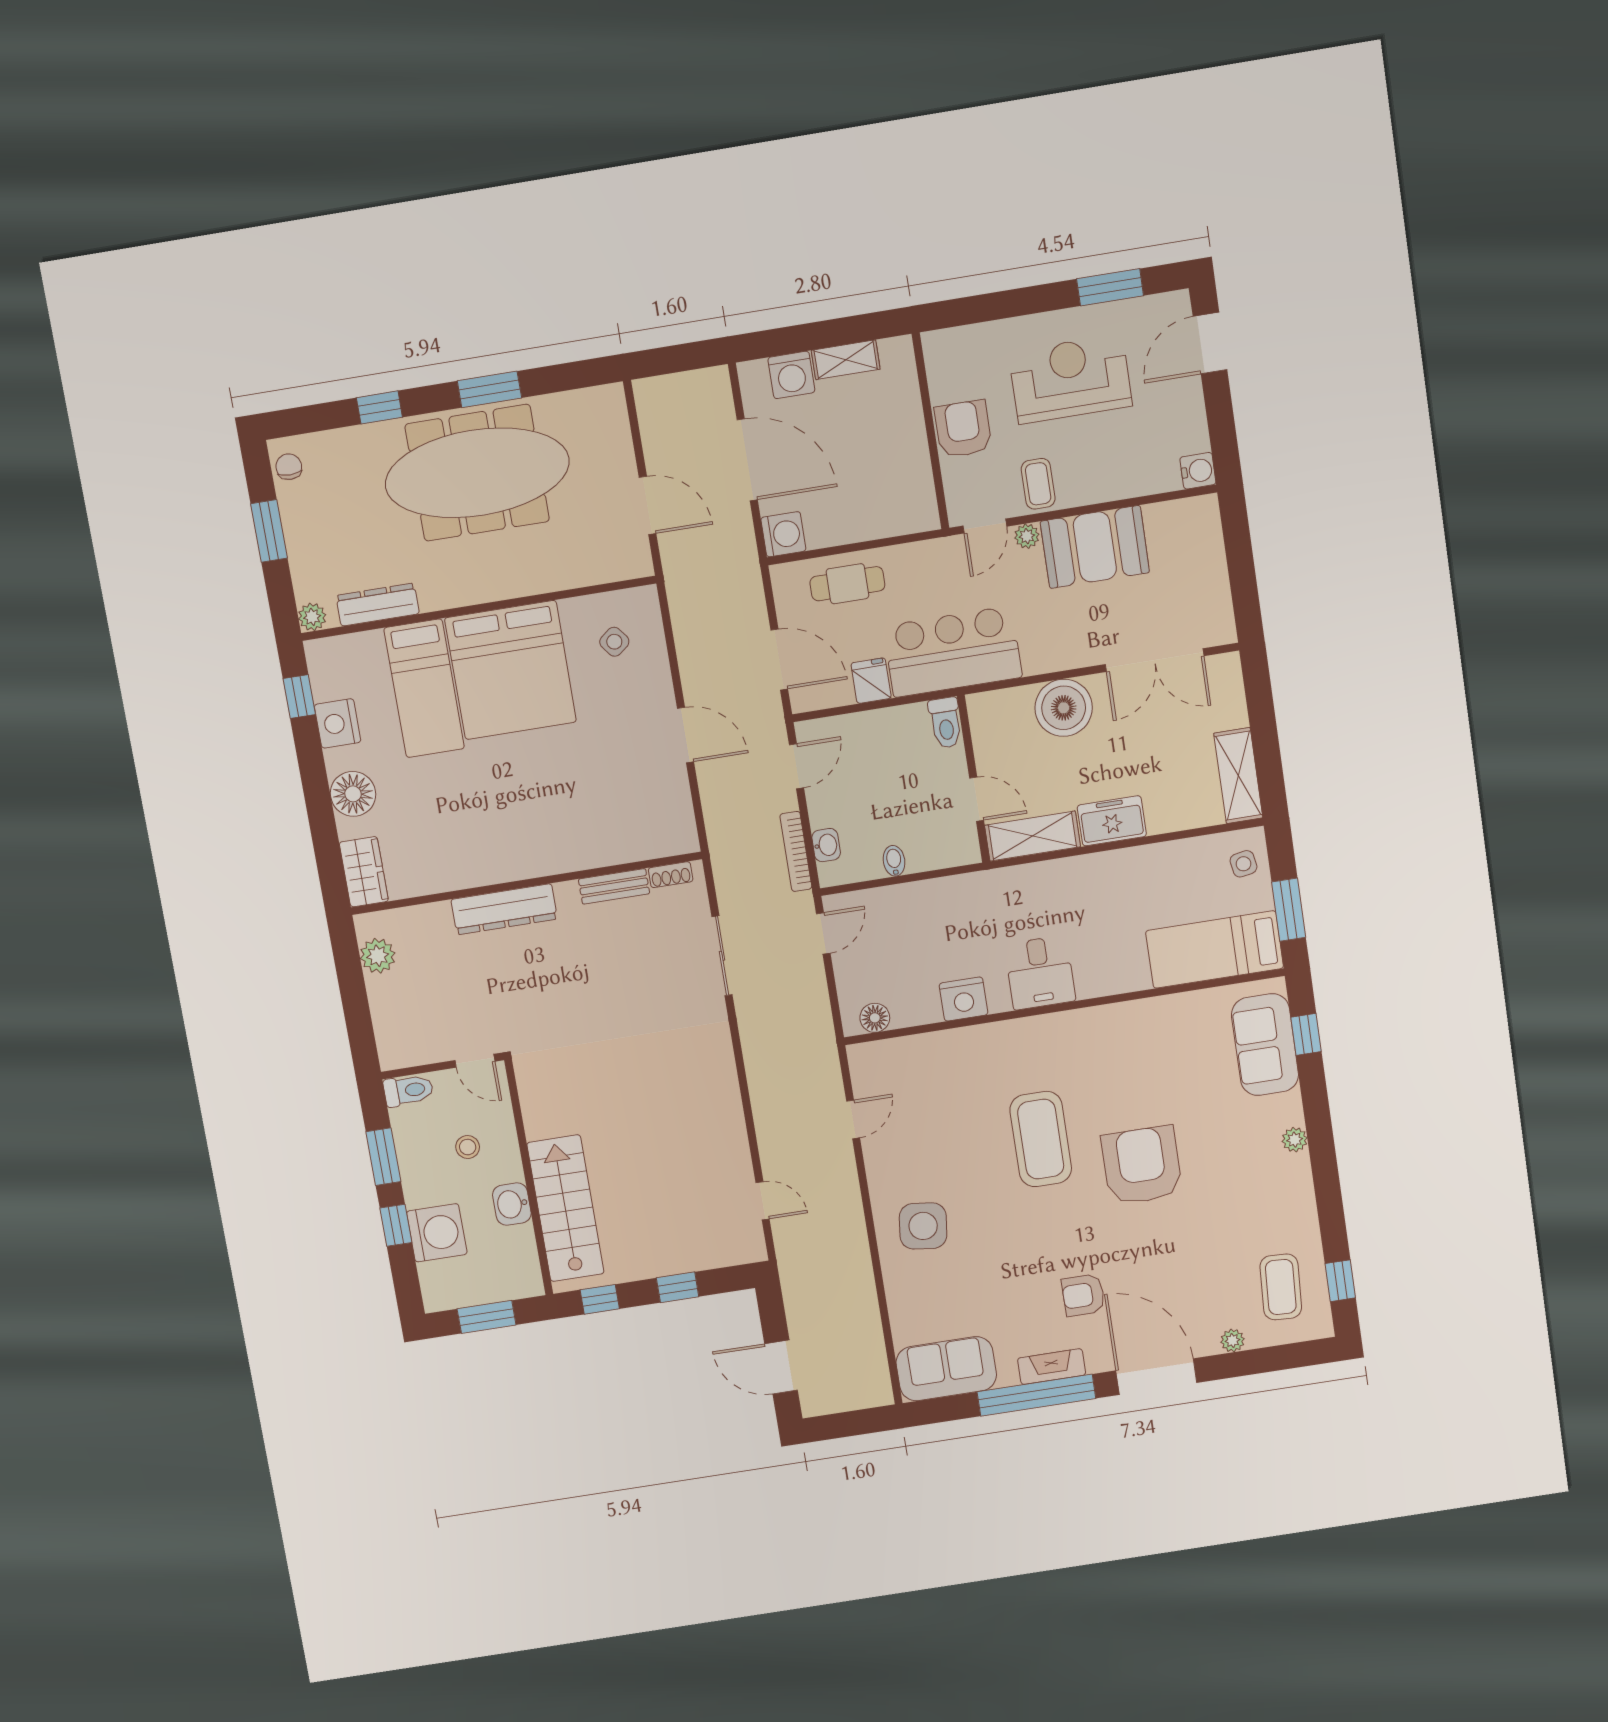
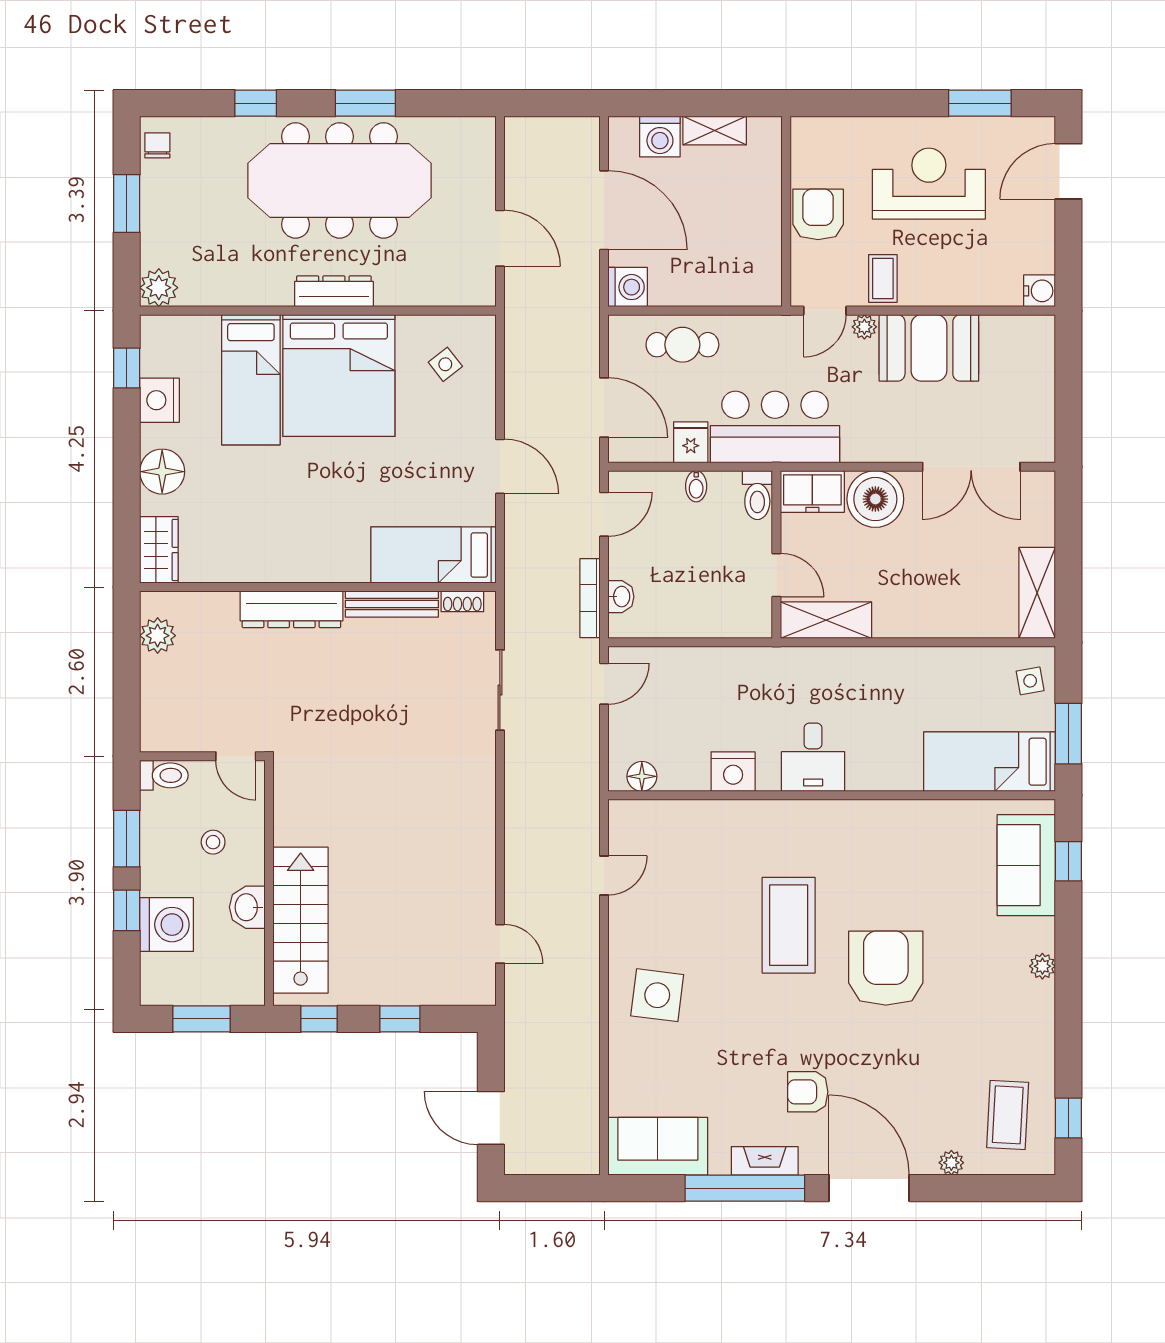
dresser: (378, 605) -> (334, 291), moved
plant: (312, 617) -> (159, 288), width x1.38, depth x1.38
freezer: (1112, 821) -> (812, 491), moved, turned 180
bed: (635, 834) -> (433, 555), added
bidet: (894, 861) -> (696, 486), moved, turned 180
bench: (614, 886) -> (392, 604), width x1.36

